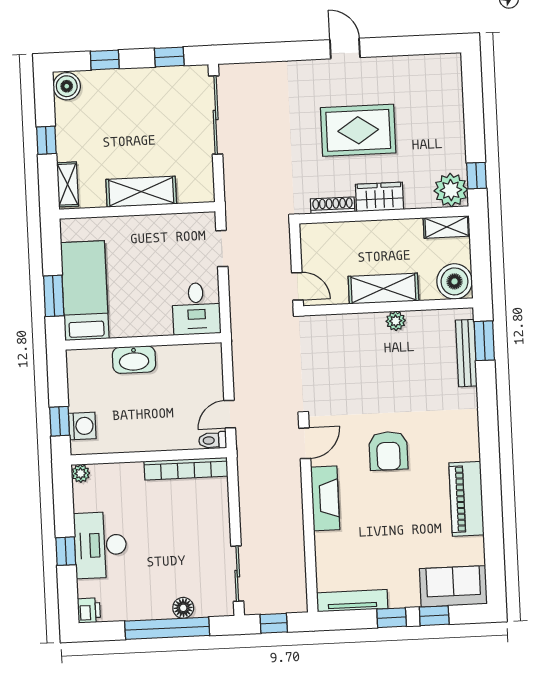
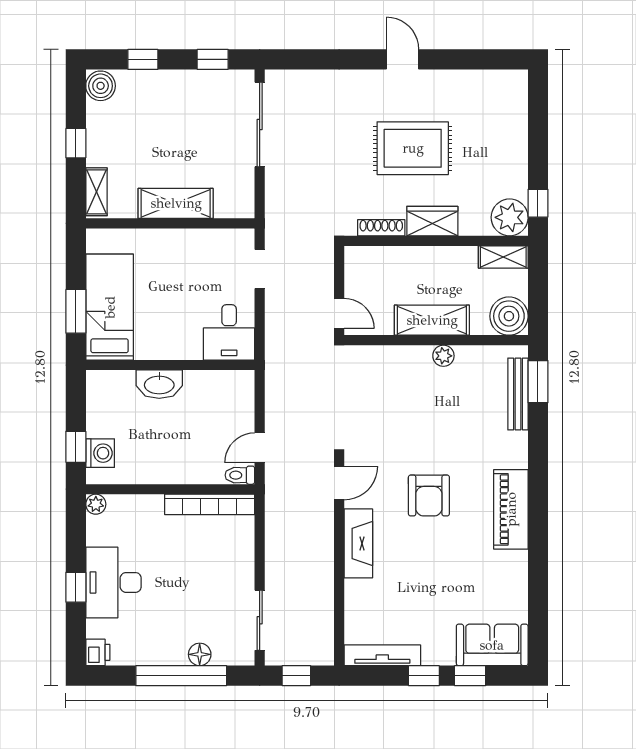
piano: (467, 499) -> (511, 509), moved

